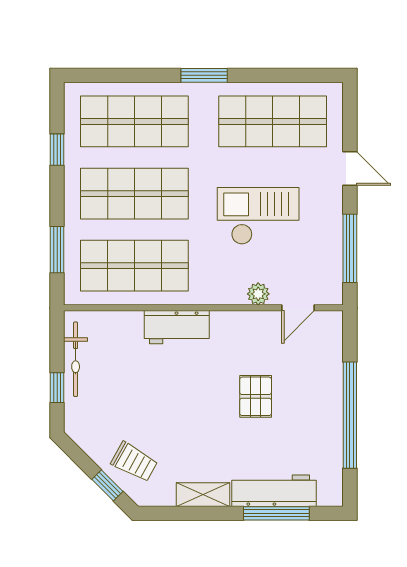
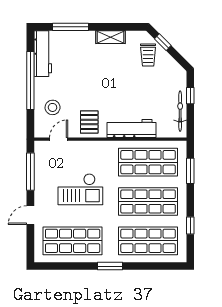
door: (350, 169) -> (30, 215), hinge flipped
plant: (258, 294) -> (80, 147), removed
workbench: (177, 327) -> (131, 129), width x1.37
stool: (309, 366) -> (53, 107), added
pallet: (256, 396) -> (89, 122), moved
trolley: (134, 462) -> (148, 55), turned -119
workbench: (274, 491) -> (43, 54), moved, turned -90

